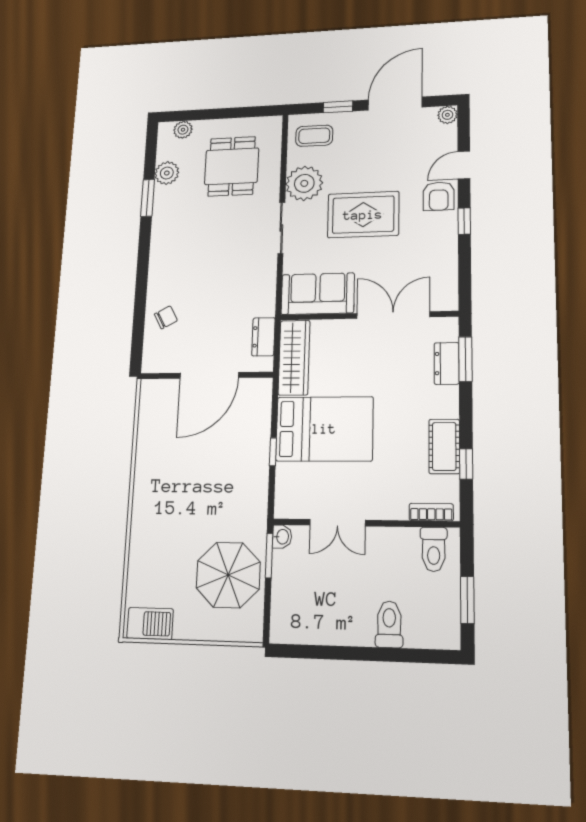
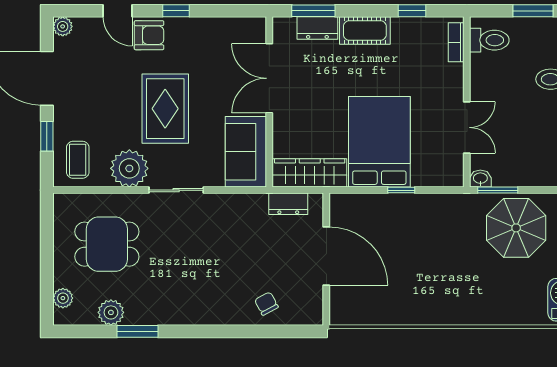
cot: (444, 446) -> (365, 30), moved

